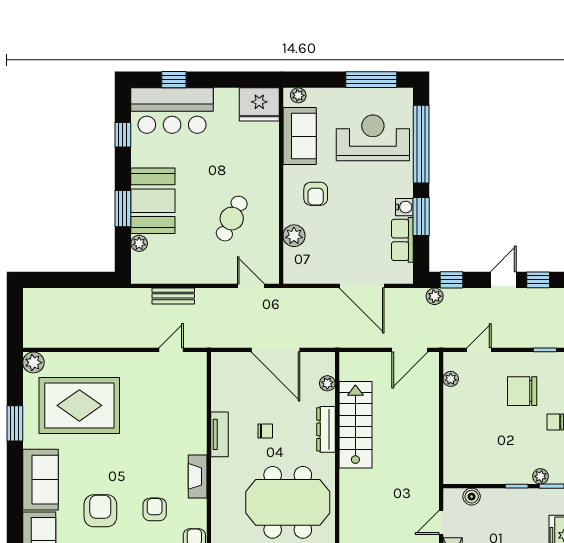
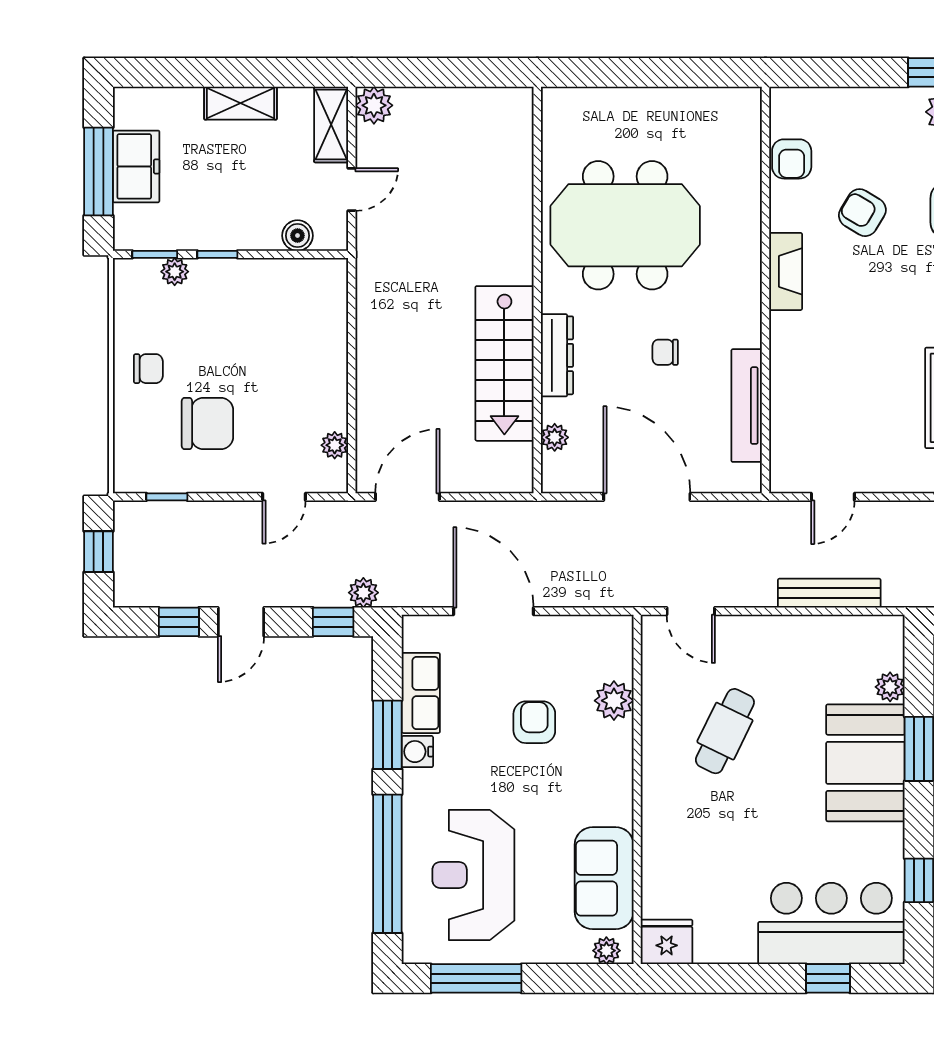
fridge: (259, 104) -> (667, 942), width x0.73, depth x0.75
reception desk: (373, 138) -> (473, 875), turned 90
armchair: (316, 194) -> (534, 722), moved
bench: (173, 296) -> (829, 593), width x1.36
tv unit: (220, 434) -> (747, 406), moved, width x1.41
armchair: (155, 509) -> (862, 213), turned 121

